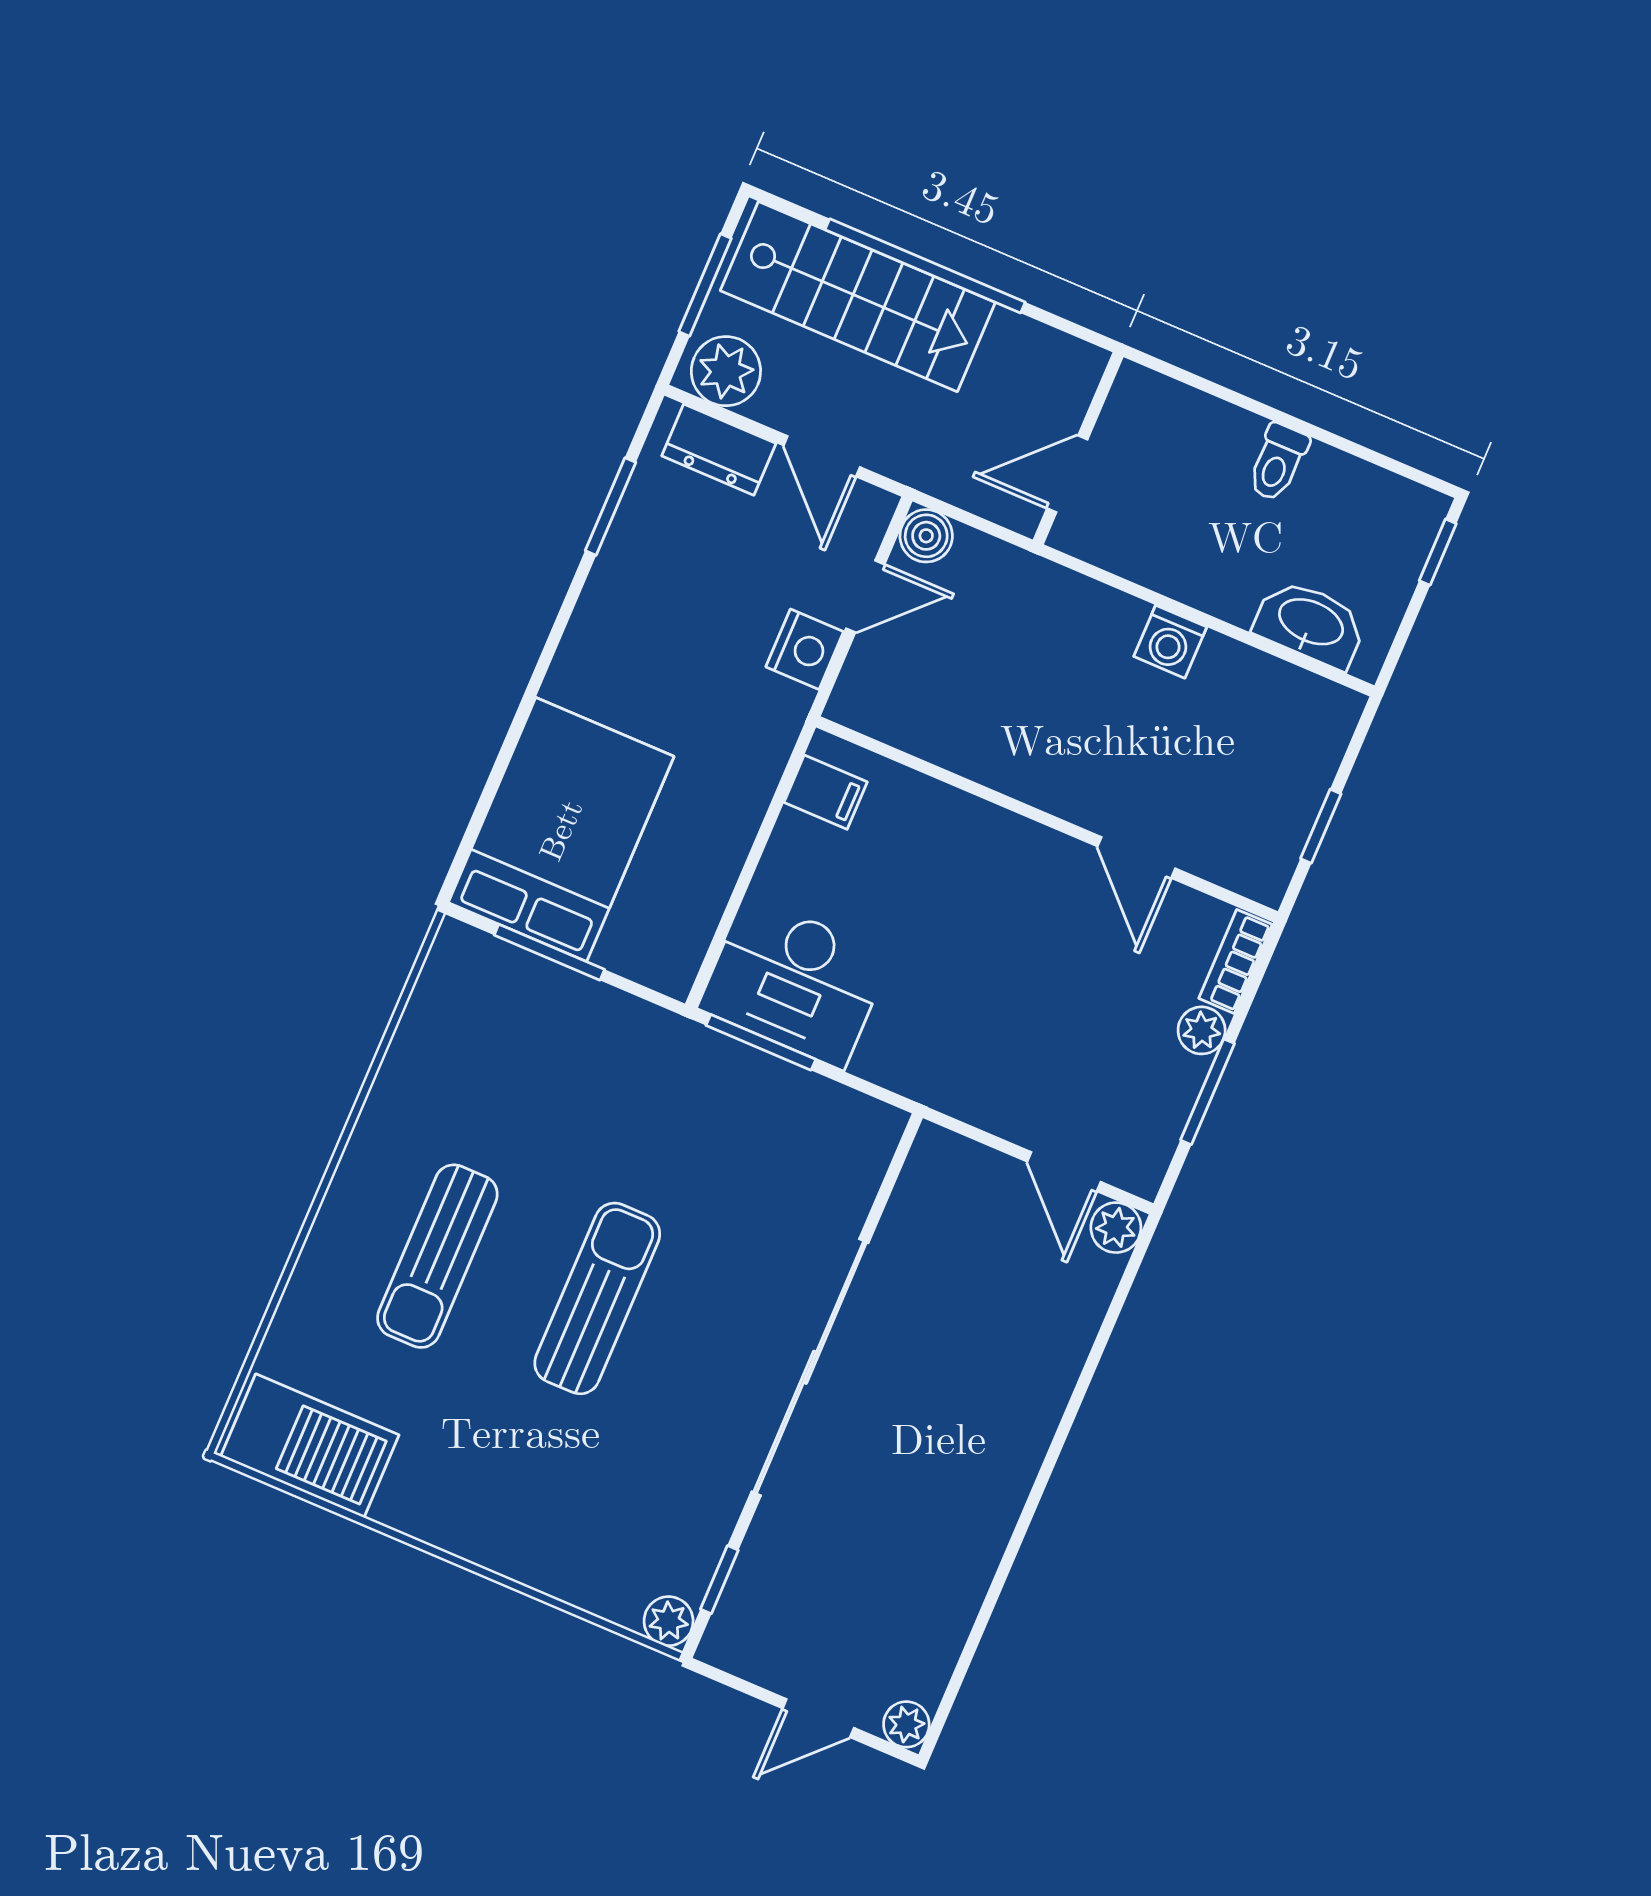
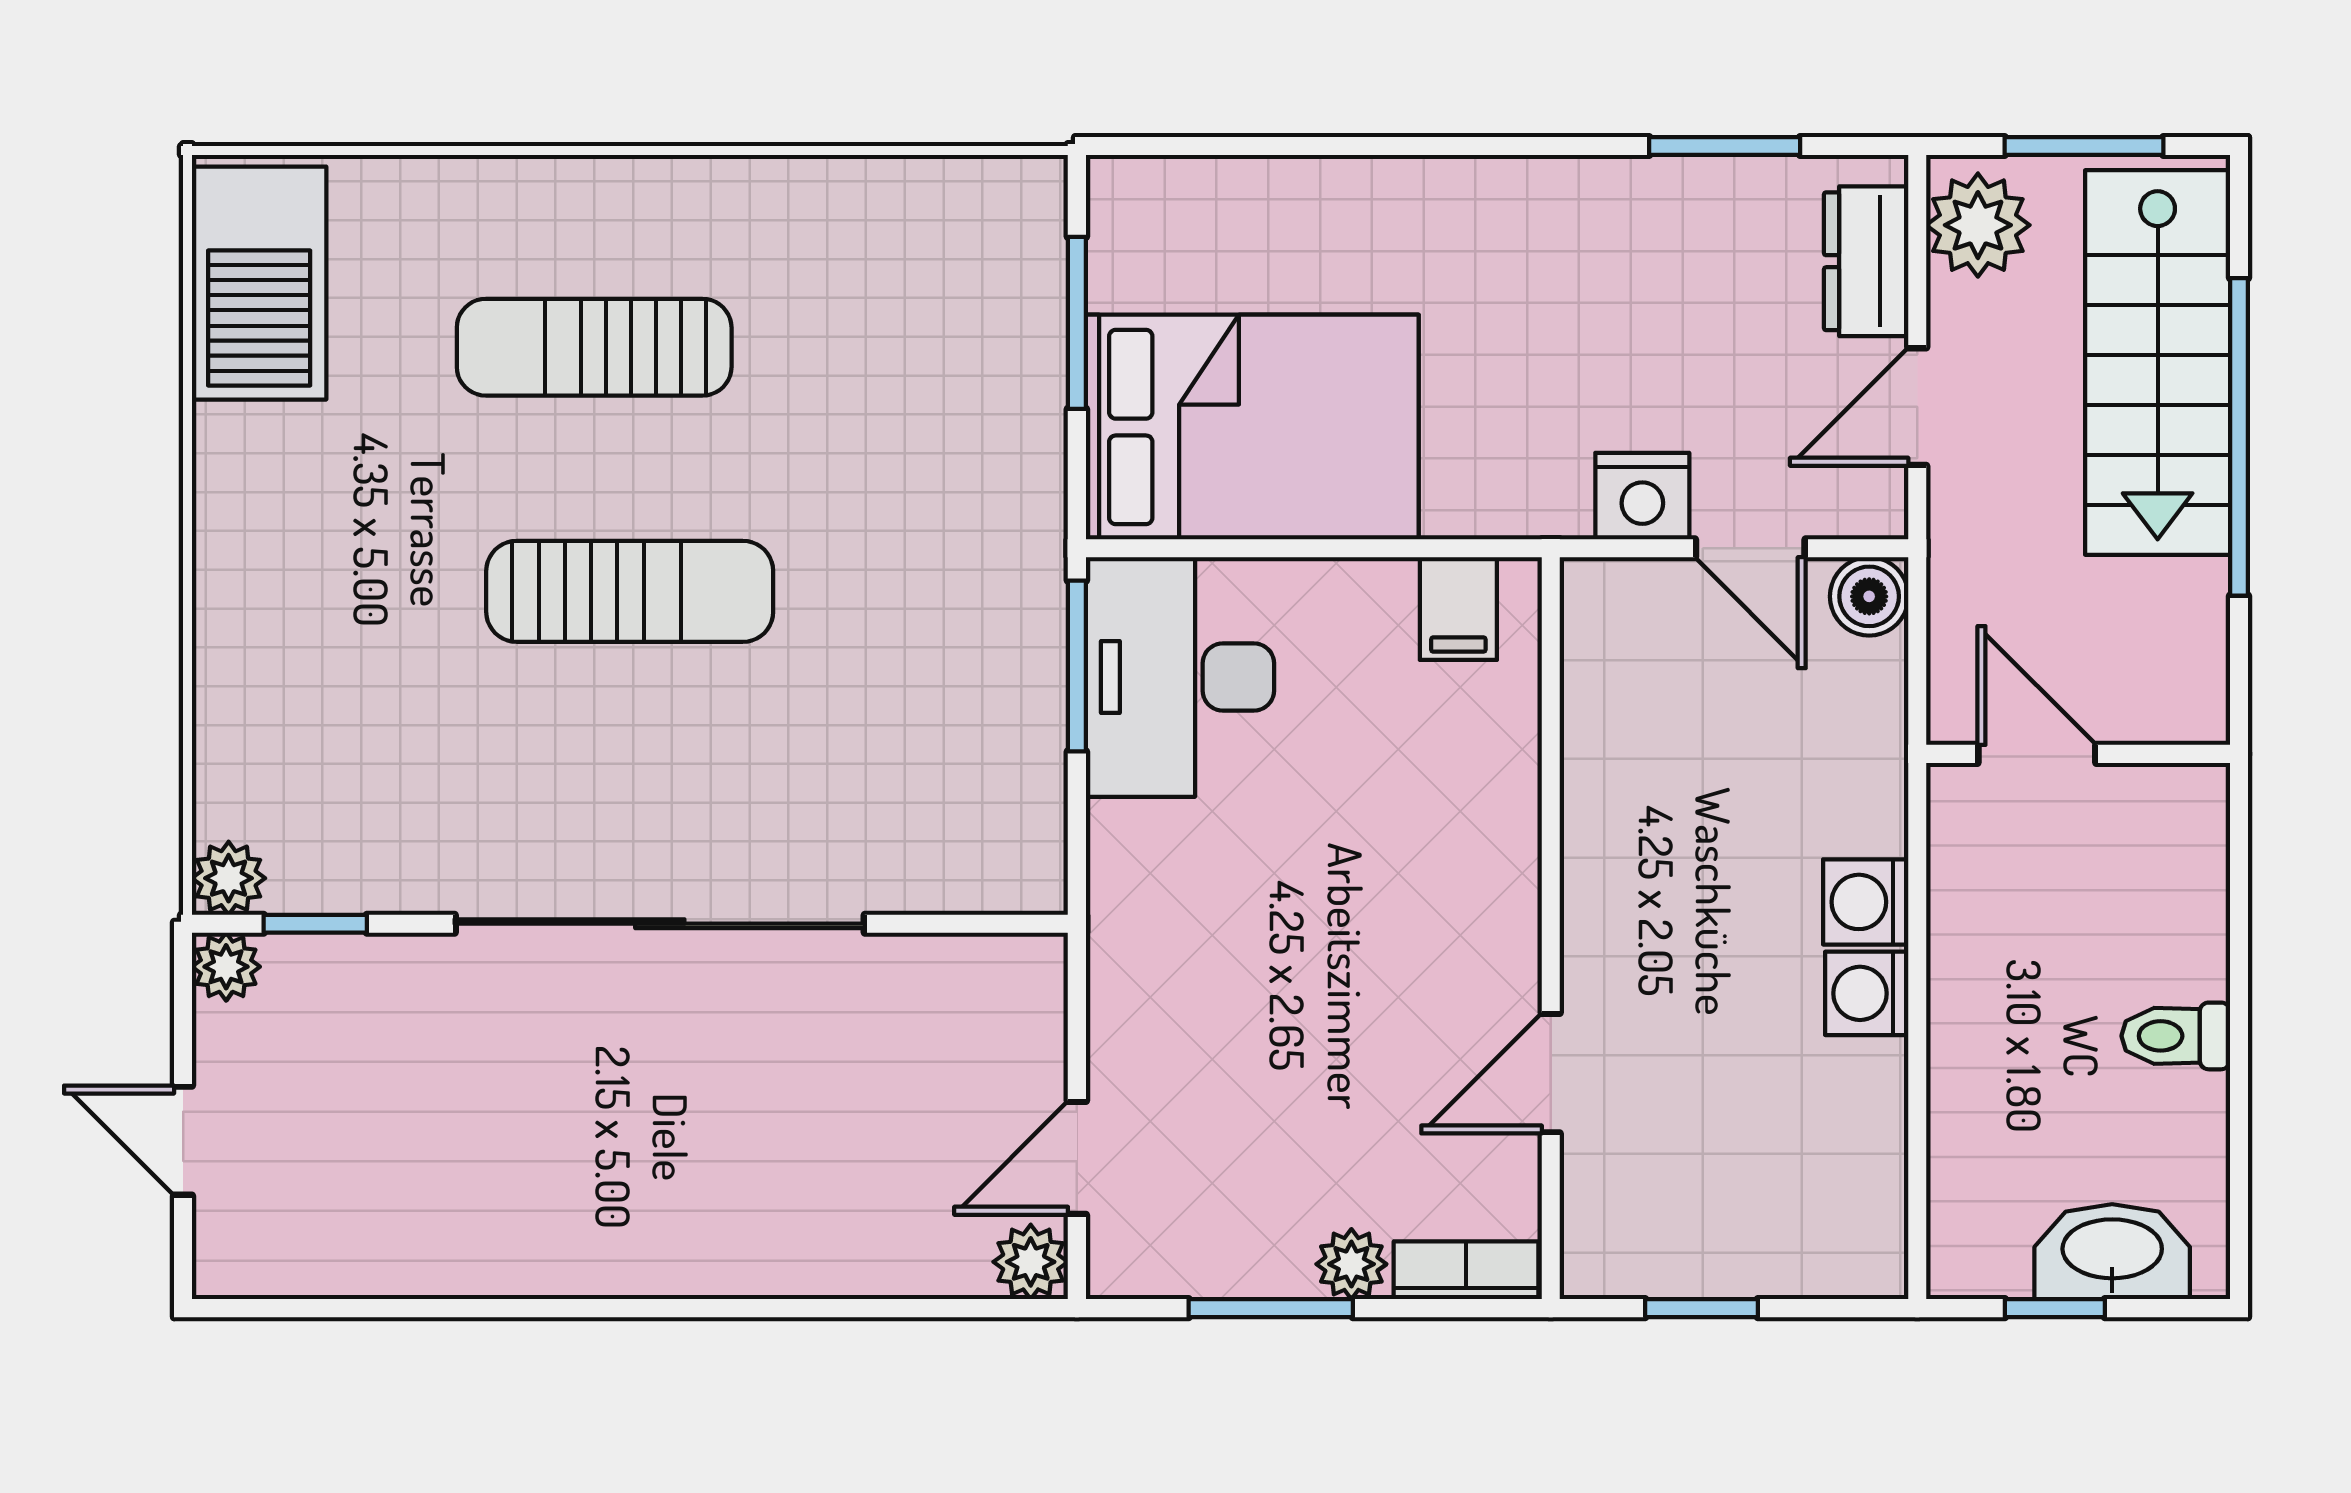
window: (1438, 552) -> (2055, 1308), moved
washing machine: (1114, 618) -> (1866, 902), added
washbasin: (1310, 623) -> (2112, 1252), moved, turned -90
bed: (561, 830) -> (1252, 427), moved
plant: (906, 1724) -> (226, 967), moved

